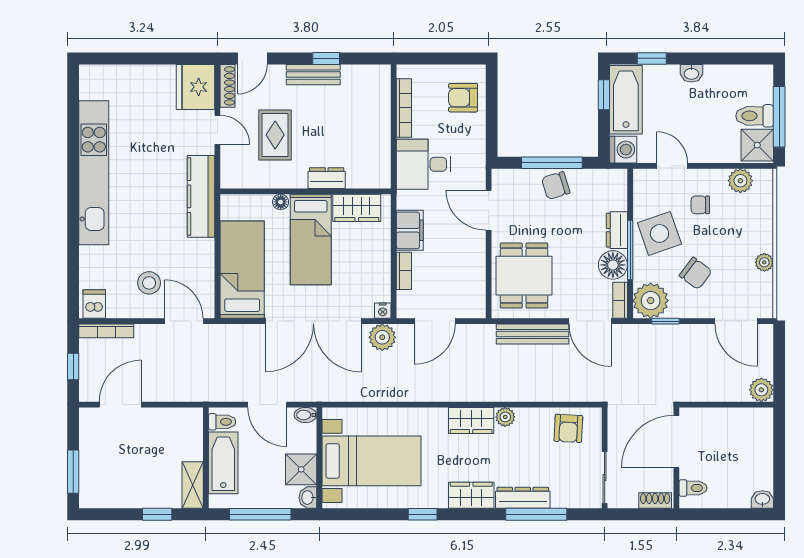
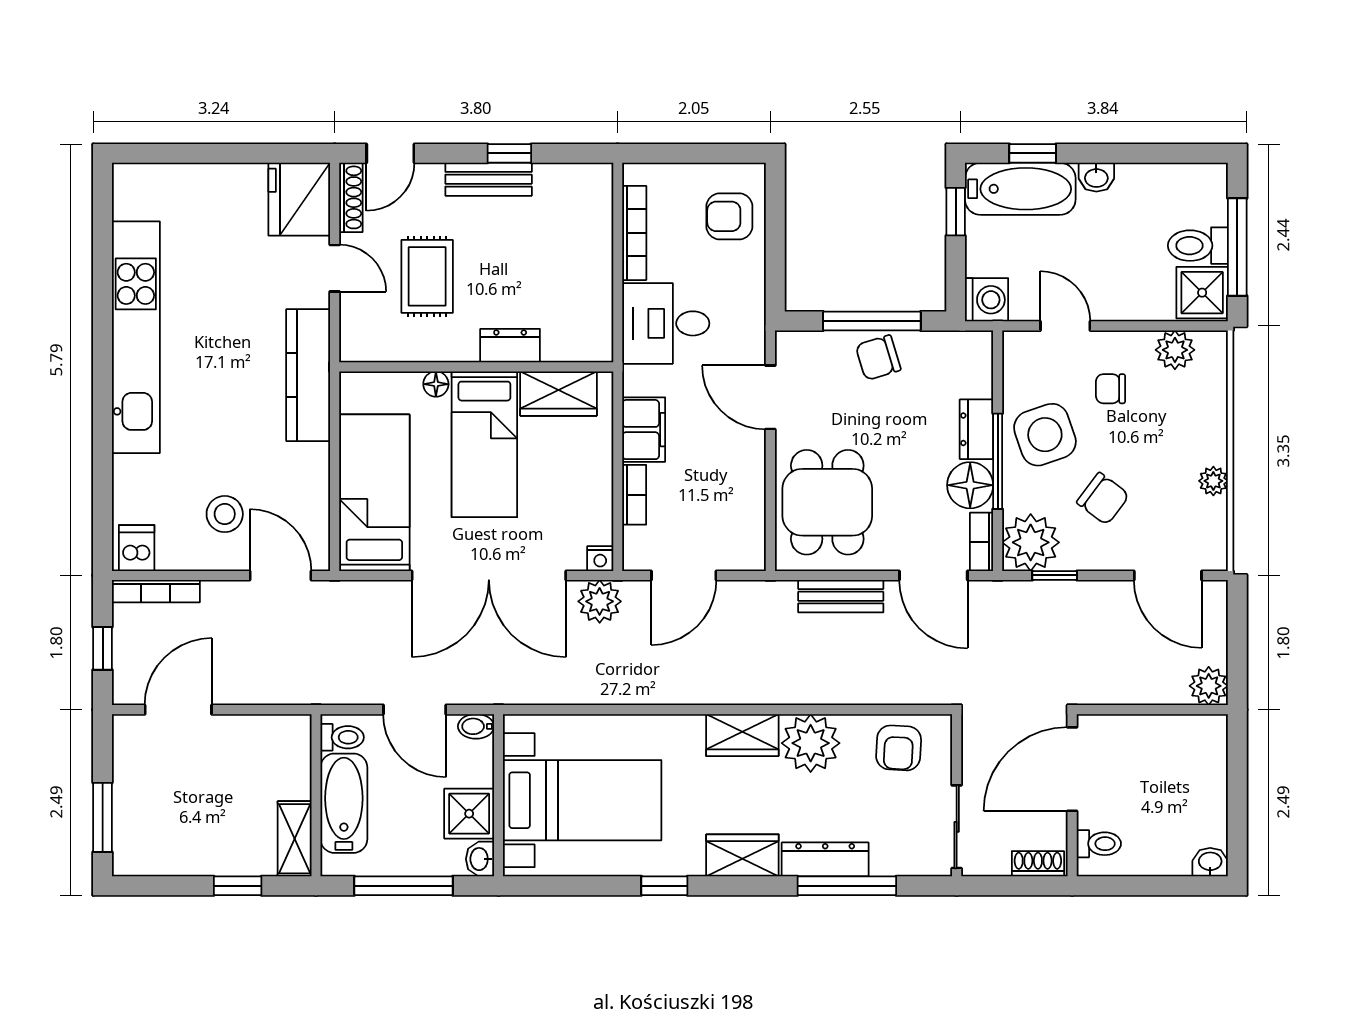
bathtub: (626, 100) -> (1020, 189), moved, turned 90
bench: (532, 334) -> (841, 596), width x0.73
plant: (505, 417) -> (811, 743), width x1.88, depth x1.88

